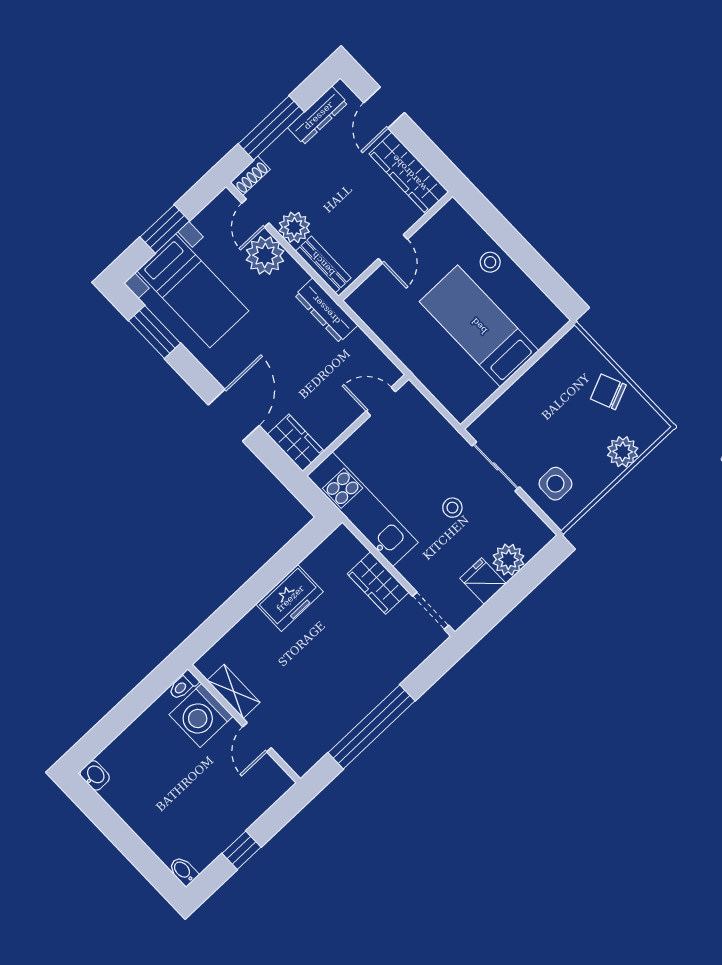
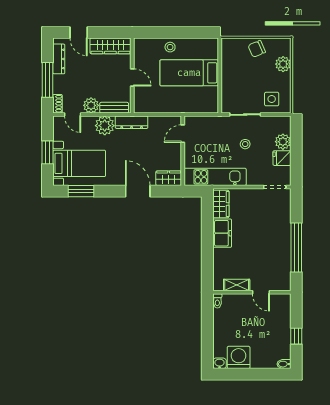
plant: (265, 255) -> (105, 126), moved
wardrobe: (378, 583) -> (221, 204), moved, turned -90
washing machine: (201, 715) -> (239, 357), moved, turned 180

